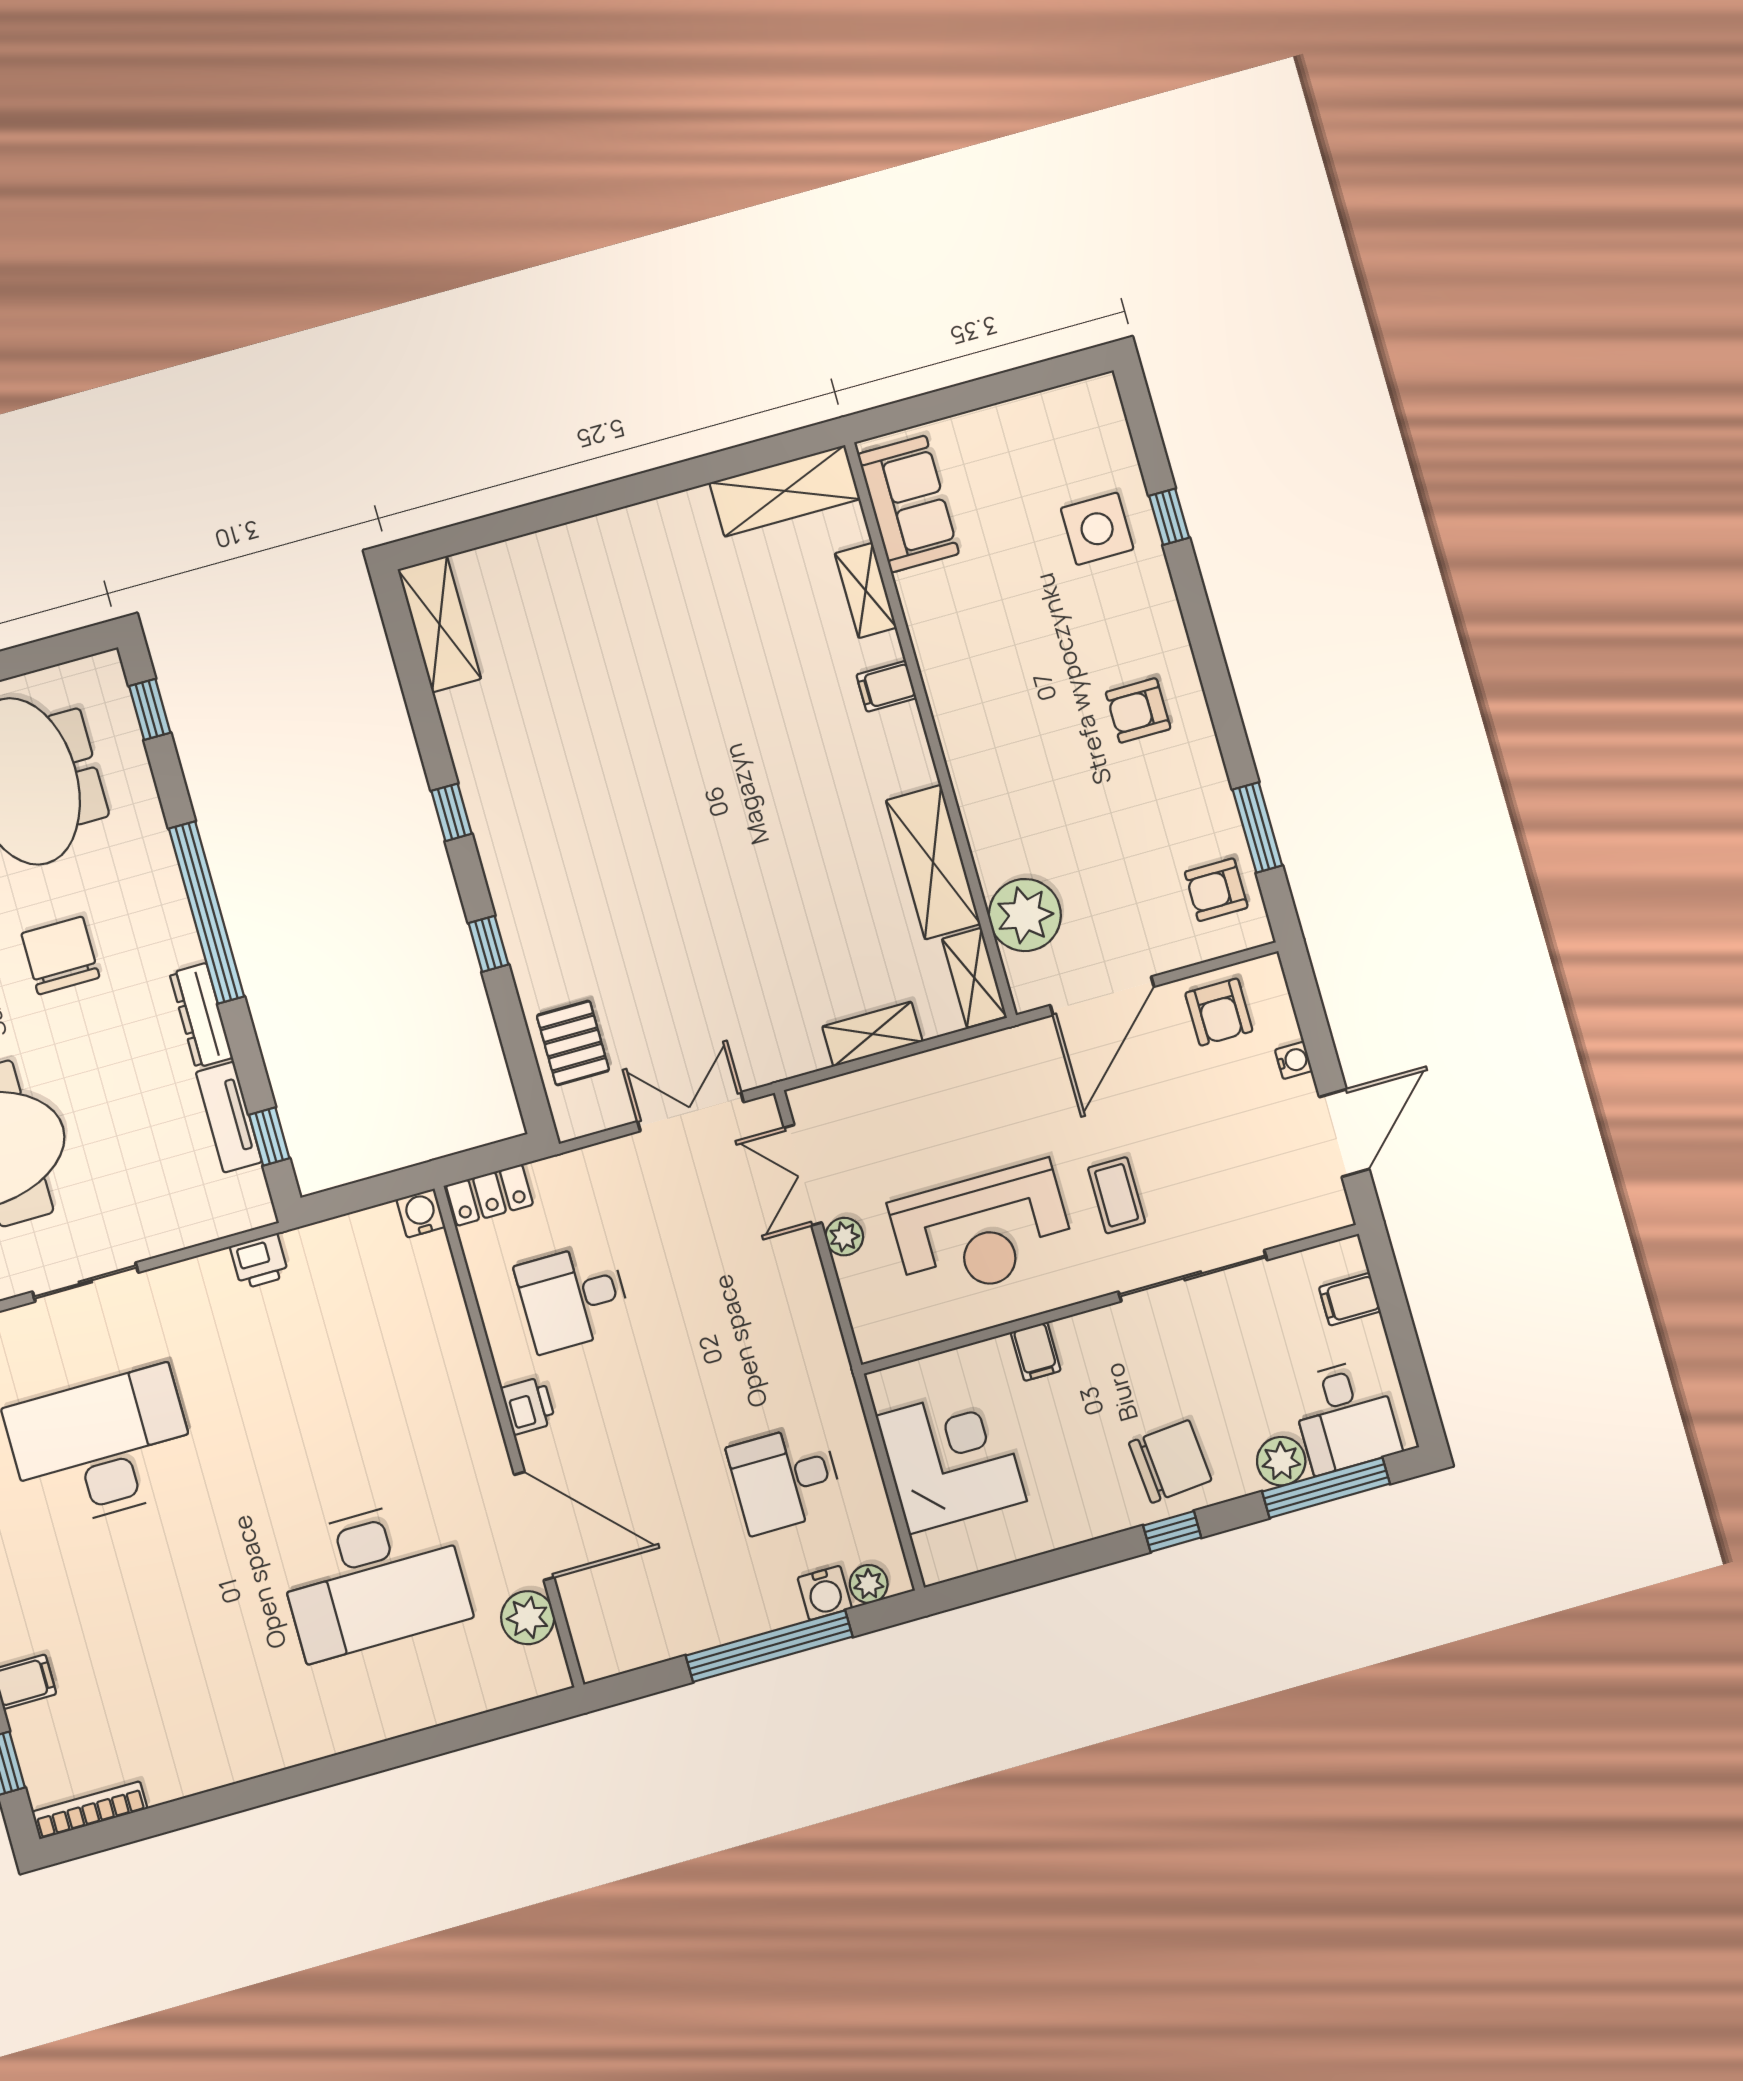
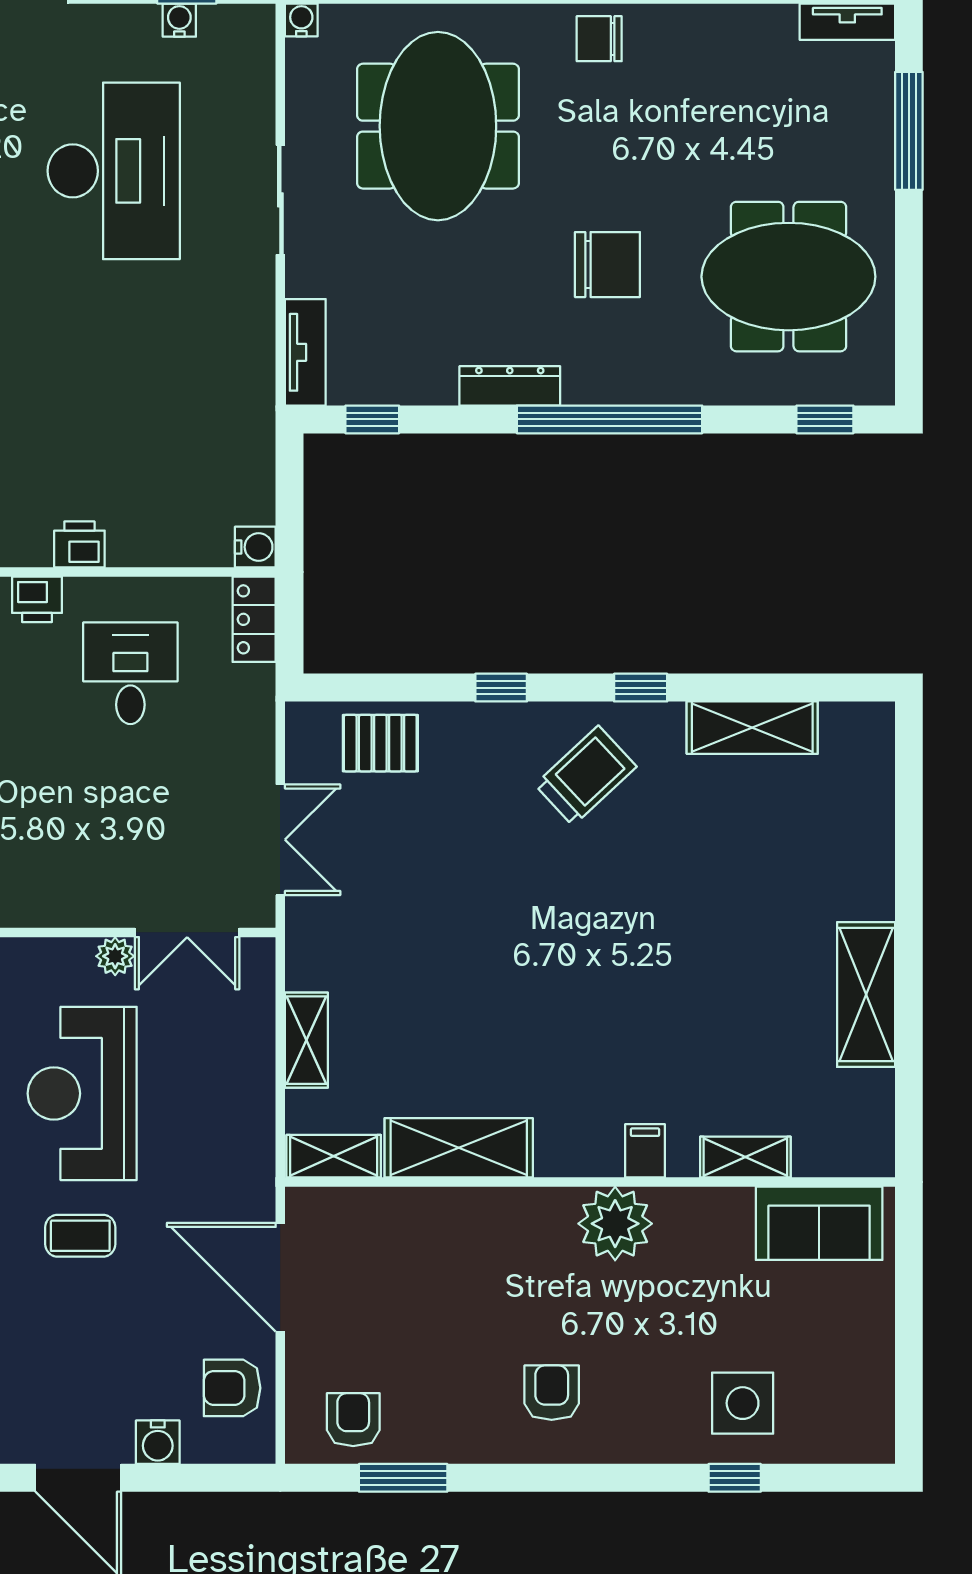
shelving: (785, 491) -> (866, 995), moved
shelving: (439, 624) -> (752, 728), moved
trolley: (549, 841) -> (586, 776), added
plant: (1025, 915) -> (615, 1224), moved
water cooler: (1294, 1060) -> (158, 1442), width x1.38, depth x1.38
tv unit: (229, 1117) -> (305, 352), moved, turned 90
double door: (803, 1175) -> (187, 932), swing flipped
printer: (259, 1261) -> (79, 544), moved, turned 90

